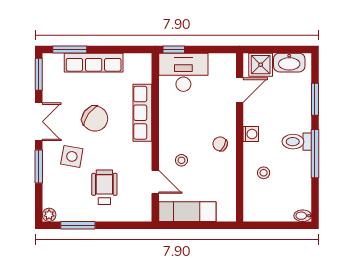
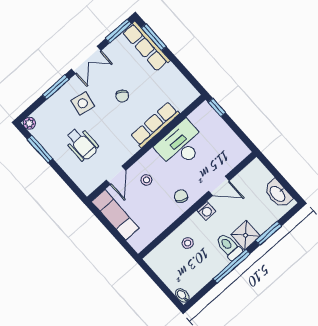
row of seats: (94, 63) -> (146, 46), moved
shower: (261, 65) -> (246, 235), moved
desk: (183, 72) -> (181, 145), moved, turned -90
door: (240, 90) -> (219, 186), moved
chair: (95, 119) -> (122, 96), width x0.54, depth x0.54
wheelchair: (104, 187) -> (82, 144), turned 90

